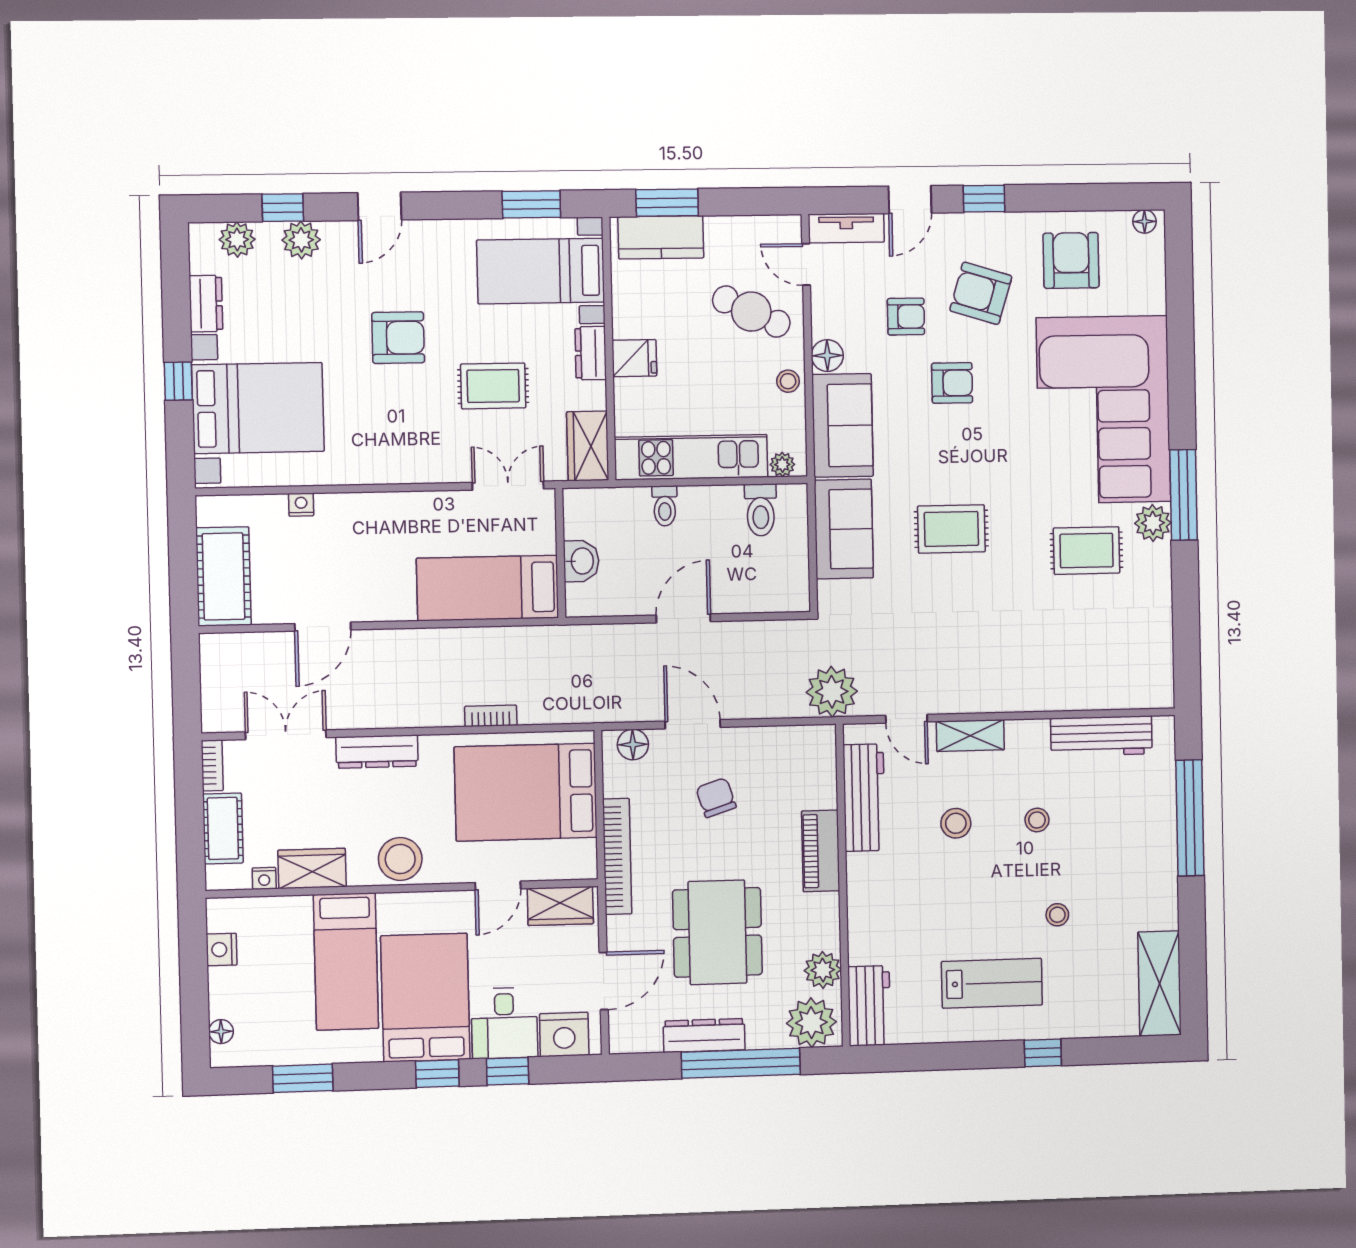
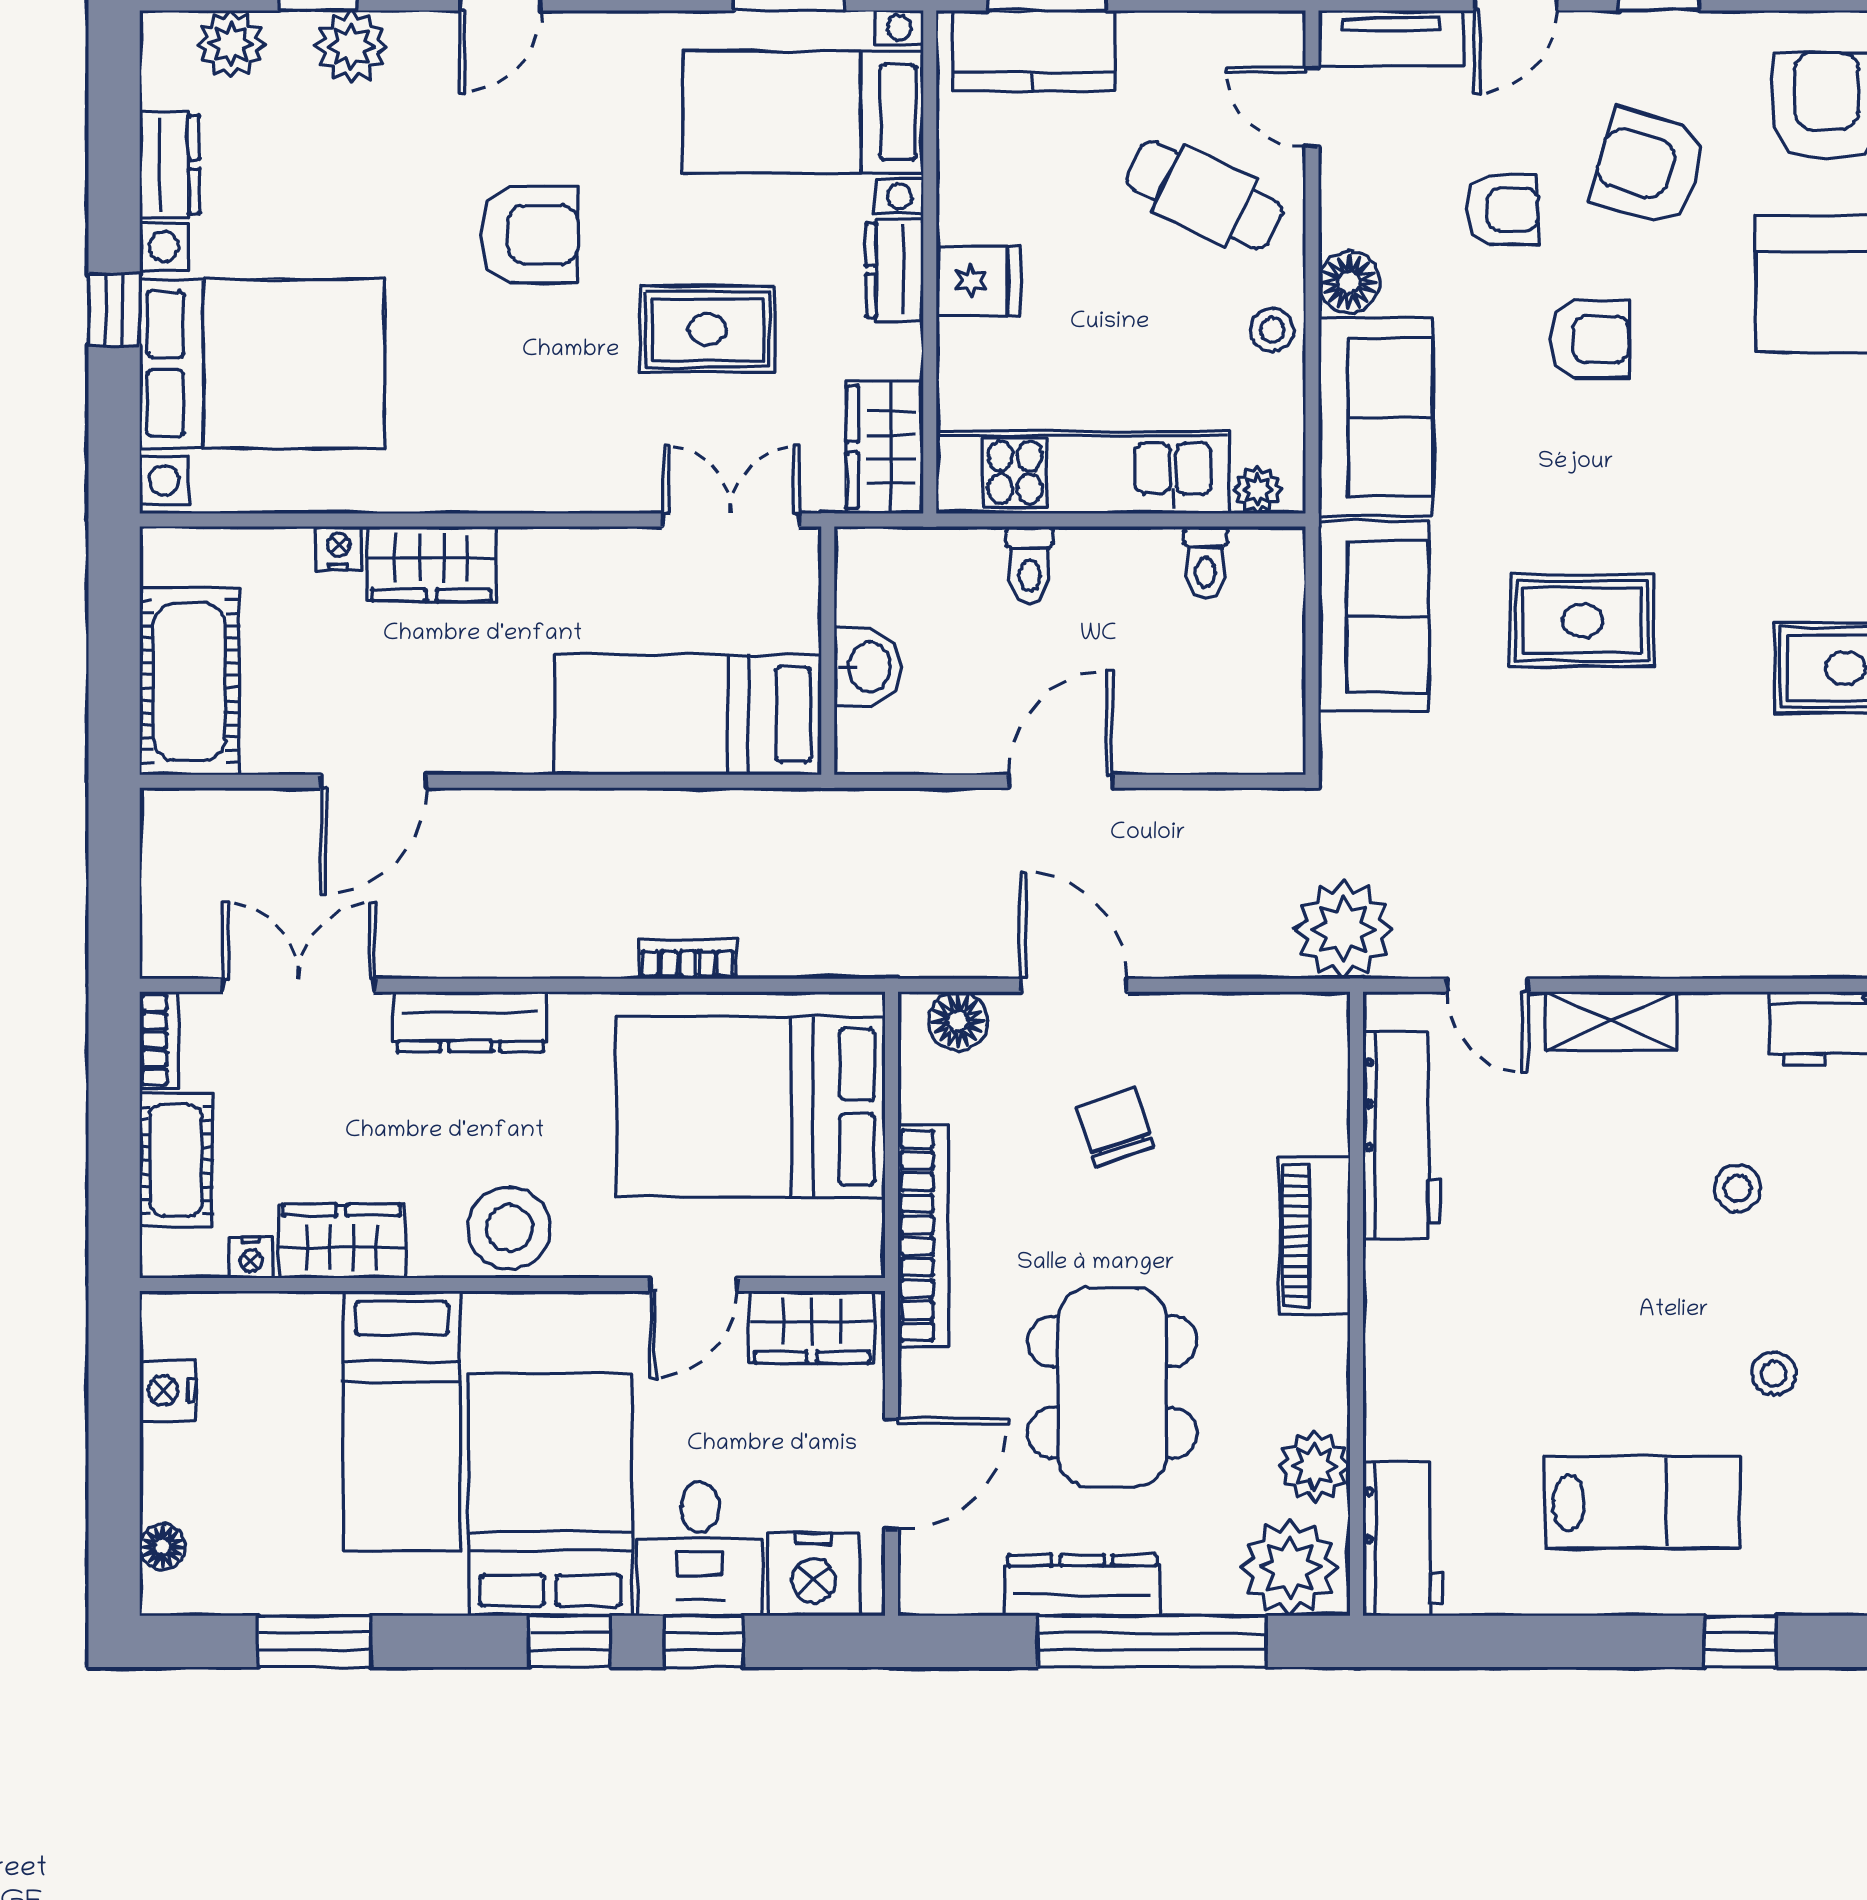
toilet: (761, 510) -> (1206, 562), width x0.73, depth x0.72
wardrobe: (351, 512) -> (431, 564), added
stool: (956, 823) -> (1579, 1190), removed

